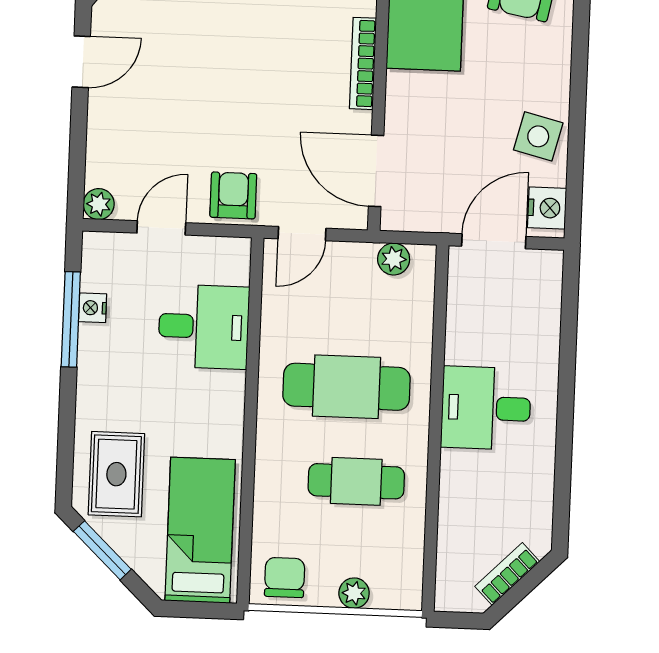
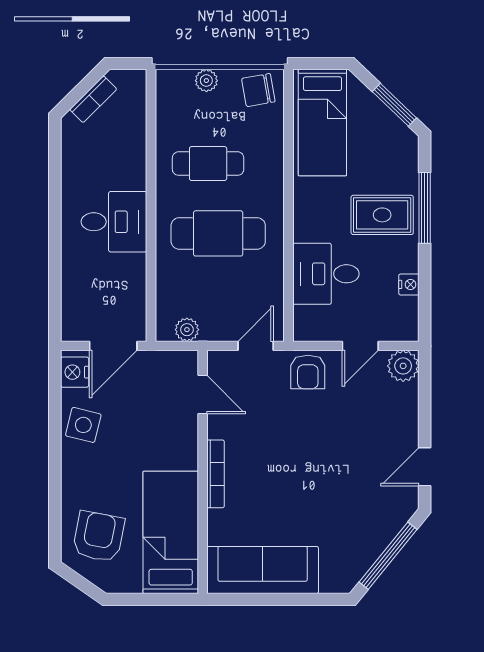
door: (376, 171) -> (203, 395), width x0.73
plant: (99, 204) -> (403, 366), width x1.38, depth x1.38
window: (71, 319) -> (425, 208), moved
rug: (116, 474) -> (382, 215), moved, turned 90
chair: (285, 577) -> (258, 90), turned 80

